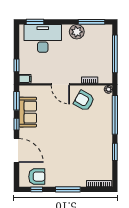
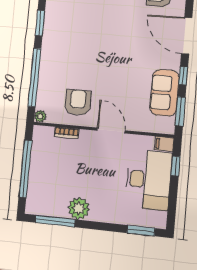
desk: (43, 38) -> (149, 180), moved, turned -90
armchair: (84, 101) -> (78, 103), turned -119

